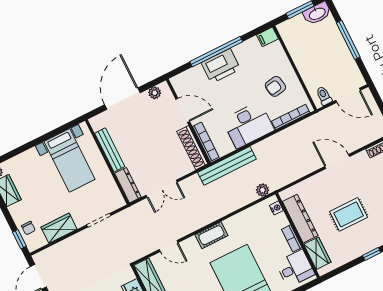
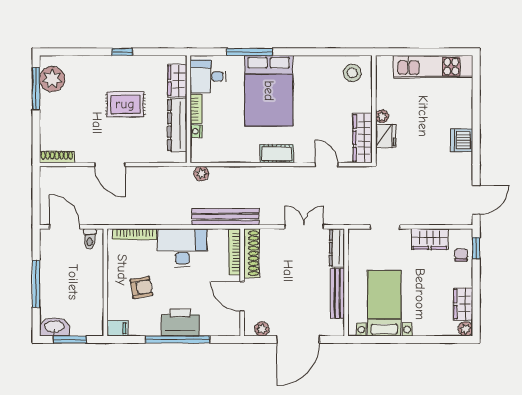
armchair: (275, 86) -> (141, 288), moved
nightstand: (276, 208) -> (196, 131), moved

